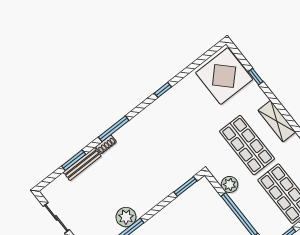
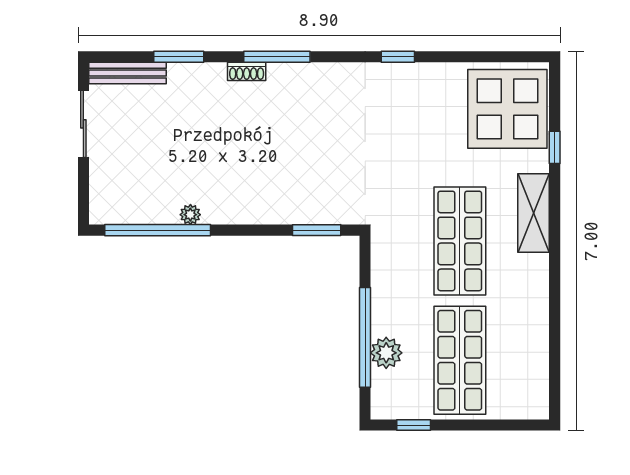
shelving: (277, 121) -> (533, 213), moved
bench: (82, 164) -> (127, 73), moved
plant: (230, 184) -> (386, 353), moved
plant: (126, 217) -> (190, 215), width x0.53, depth x0.53

